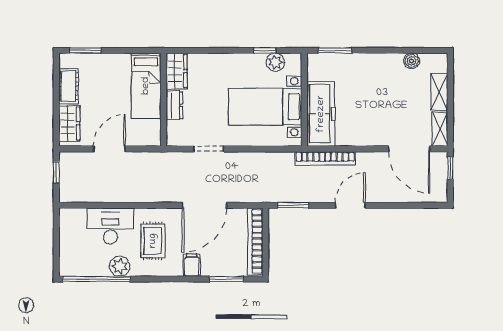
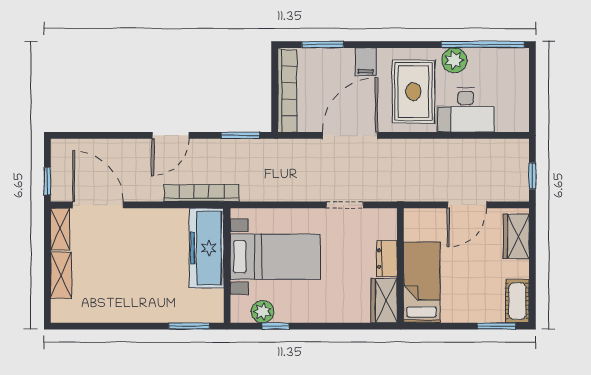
boiler: (412, 61) -> (95, 313), removed
cot: (68, 86) -> (517, 301), moved
rug: (153, 241) -> (413, 92), width x1.36, depth x1.43

